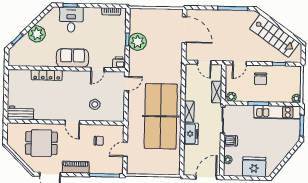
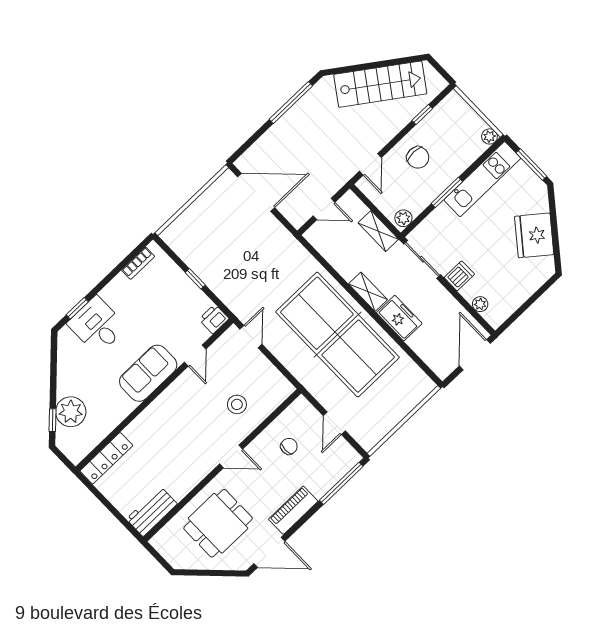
plant: (37, 34) -> (71, 412), moved
plant: (138, 42) -> (211, 268), removed
locker: (47, 75) -> (106, 458), moved
fridge: (254, 167) -> (534, 235), moved, turned -51

